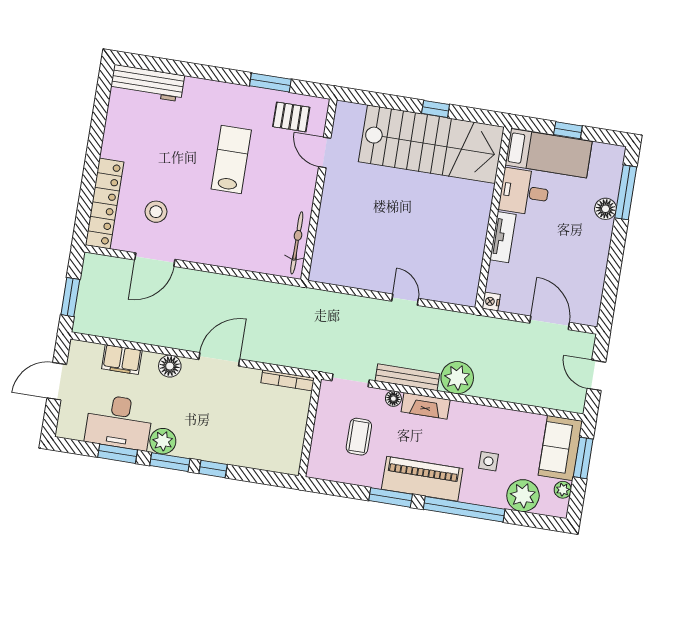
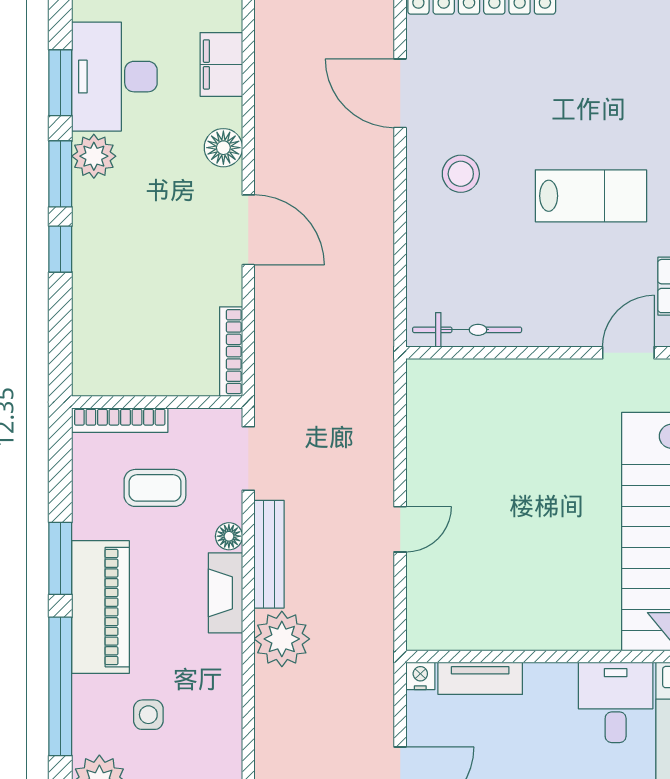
stool: (156, 212) -> (461, 174), moved
tv unit: (503, 237) -> (480, 678), moved
bookcase: (317, 451) -> (120, 420), added

